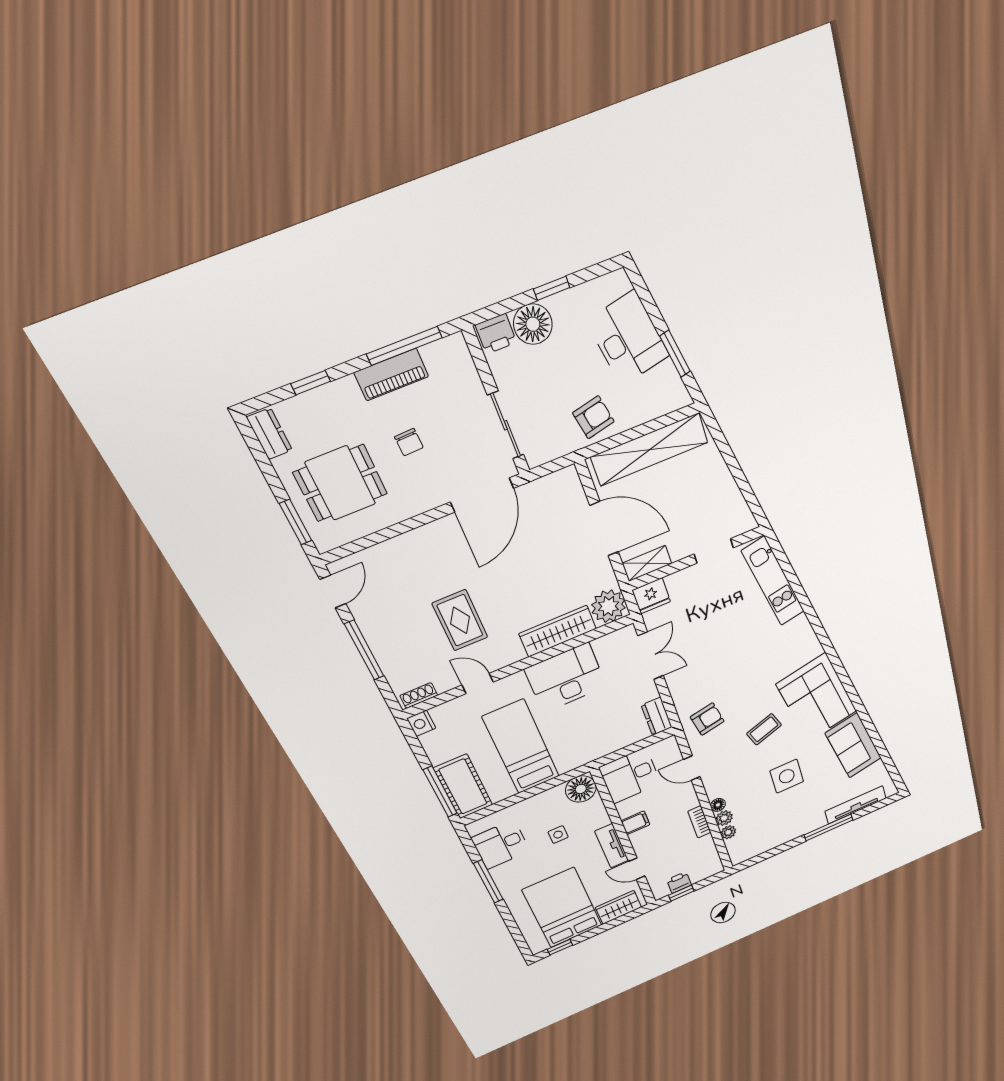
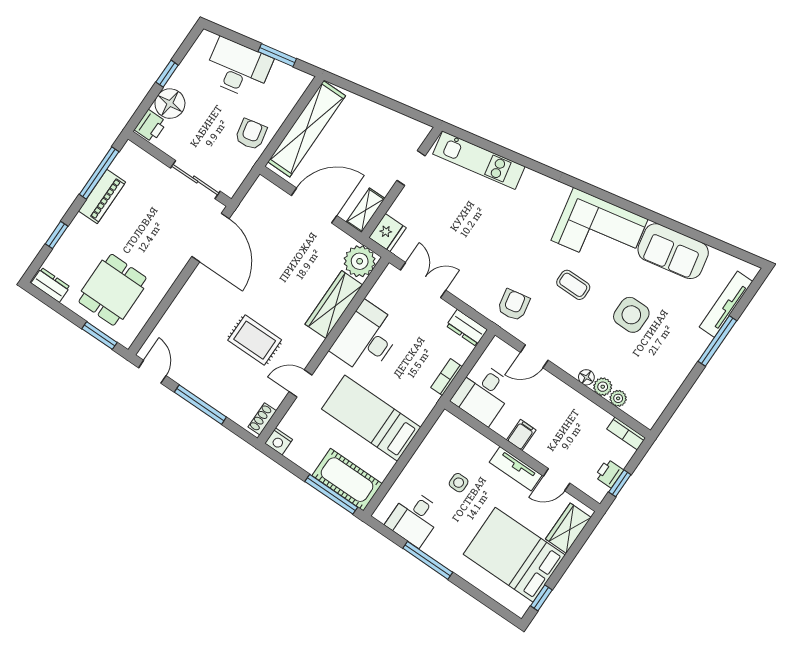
chair: (409, 442) -> (139, 233), removed
coffee table: (764, 729) -> (573, 285), turned -71
bookcase: (610, 747) -> (447, 377), added
floor lamp: (581, 789) -> (448, 429), removed
bookcase: (699, 822) -> (626, 434), moved

